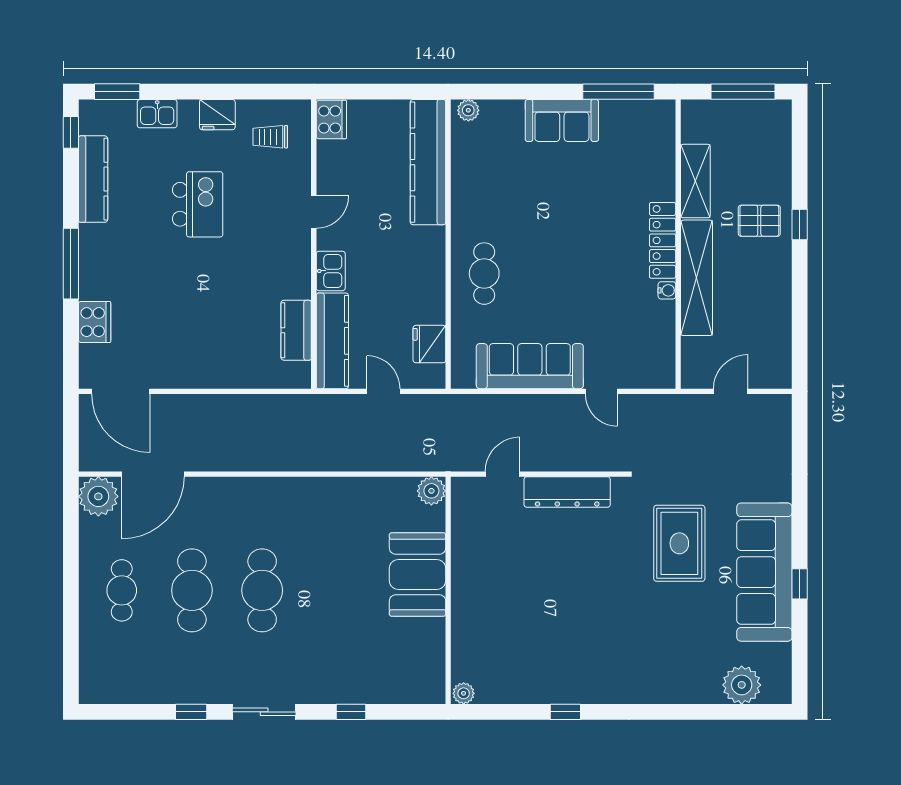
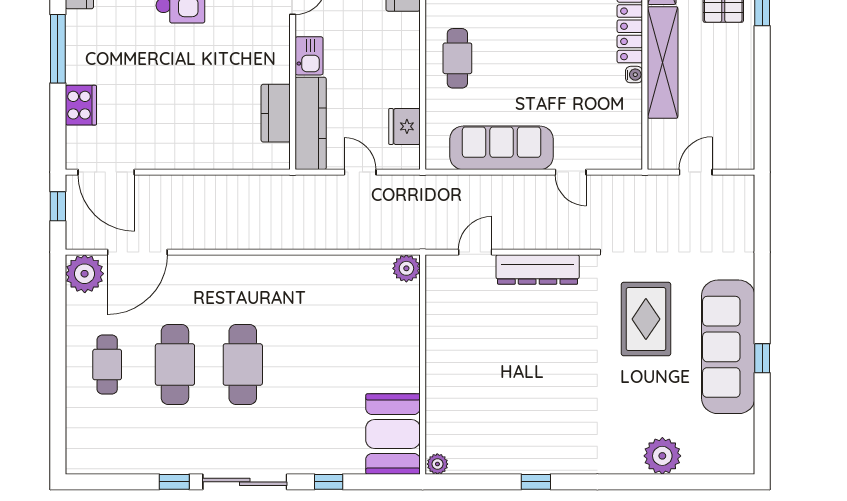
window: (71, 427) -> (58, 206), added
booth: (418, 575) -> (393, 434), moved
plant: (742, 685) -> (662, 456), moved
sliding door: (264, 712) -> (245, 482), width x1.37

